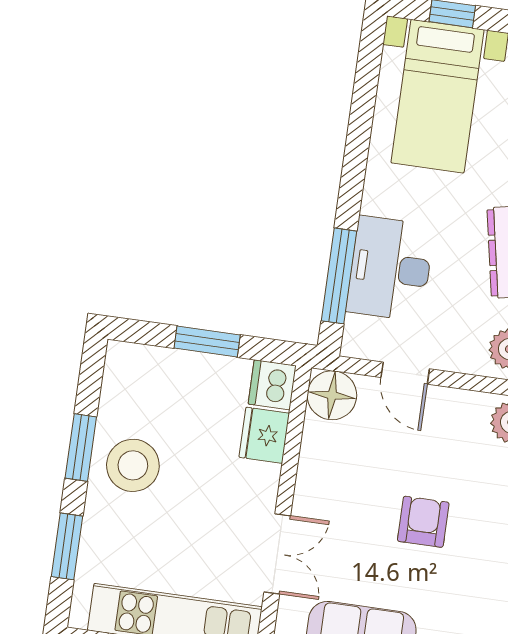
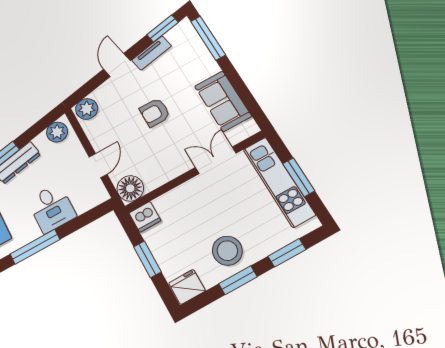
desk: (390, 269) -> (52, 208), width x0.73
window: (339, 276) -> (35, 247), moved
fridge: (264, 435) -> (187, 287), moved, turned 180

